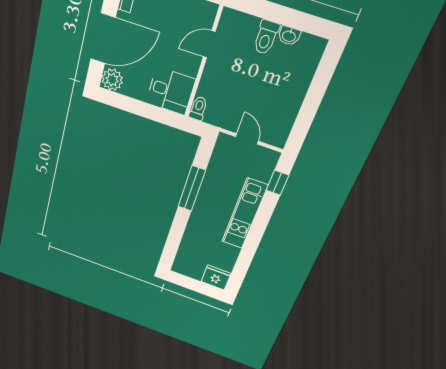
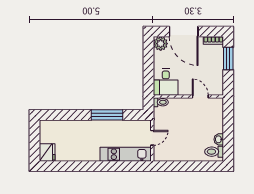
toilet: (266, 37) -> (214, 152), moved
window: (277, 183) -> (131, 166), removed
kitchen unit: (244, 214) -> (126, 154), moved

